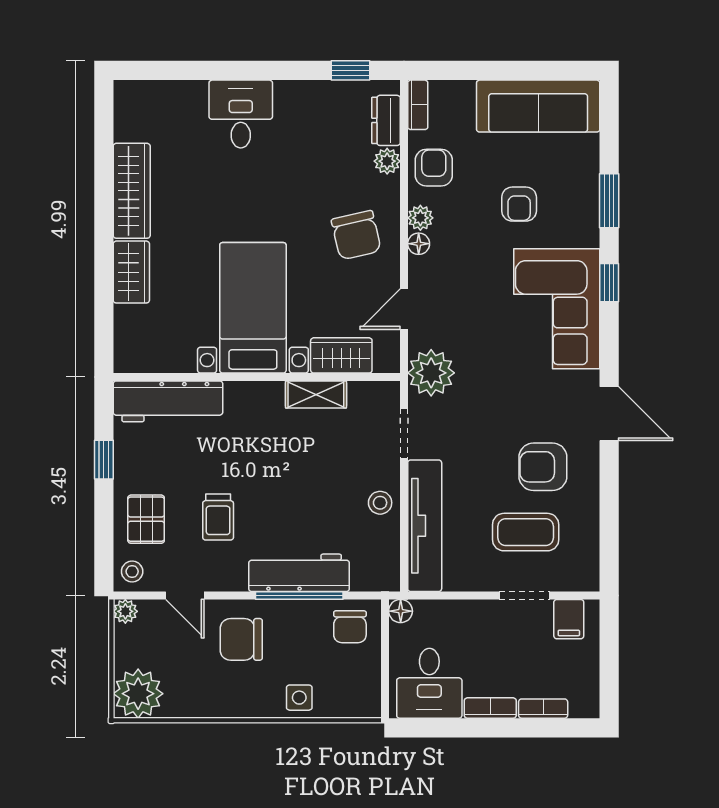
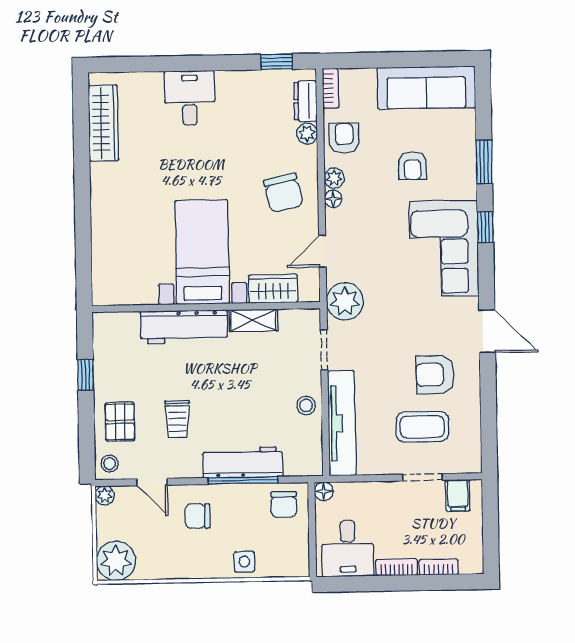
wardrobe: (132, 191) -> (103, 123), moved
wardrobe: (131, 272) -> (105, 225), removed
workbench: (168, 401) -> (184, 327), moved
chair: (241, 639) -> (197, 516), width x0.73, depth x0.73

